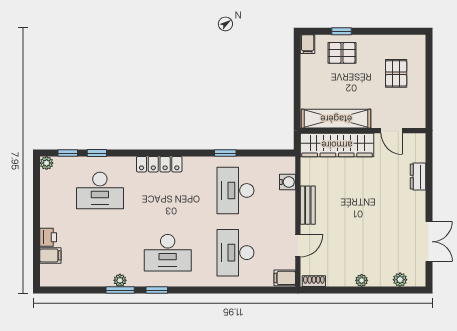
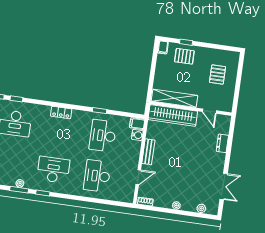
locker: (159, 164) -> (61, 113), width x0.66
desk: (168, 253) -> (53, 170), turned 180
filing cabinet: (285, 278) -> (137, 124), moved

